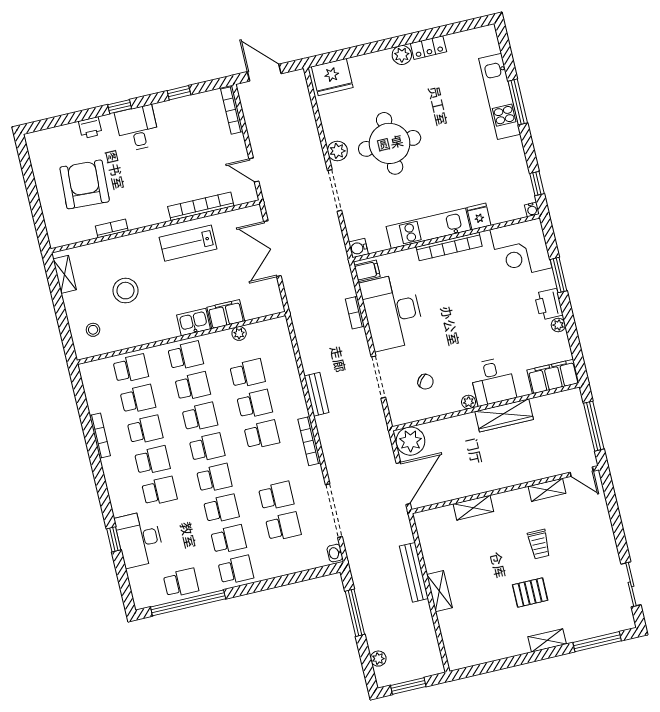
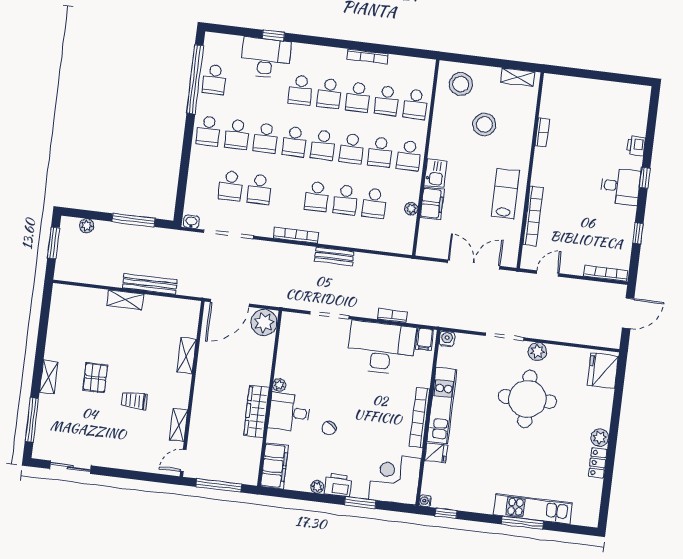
armchair: (85, 184) -> (589, 123), removed
stool: (93, 330) -> (461, 84), width x1.89, depth x1.89
chair: (426, 382) -> (329, 428), moved
door: (403, 483) -> (230, 303), hinge flipped

